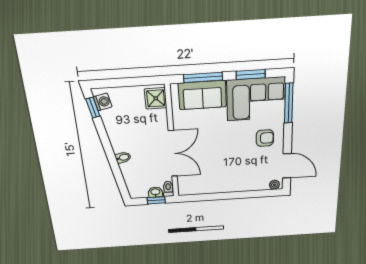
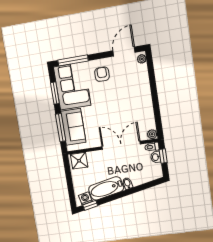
bathtub: (117, 131) -> (106, 188), added
plant: (184, 190) -> (152, 134), added

